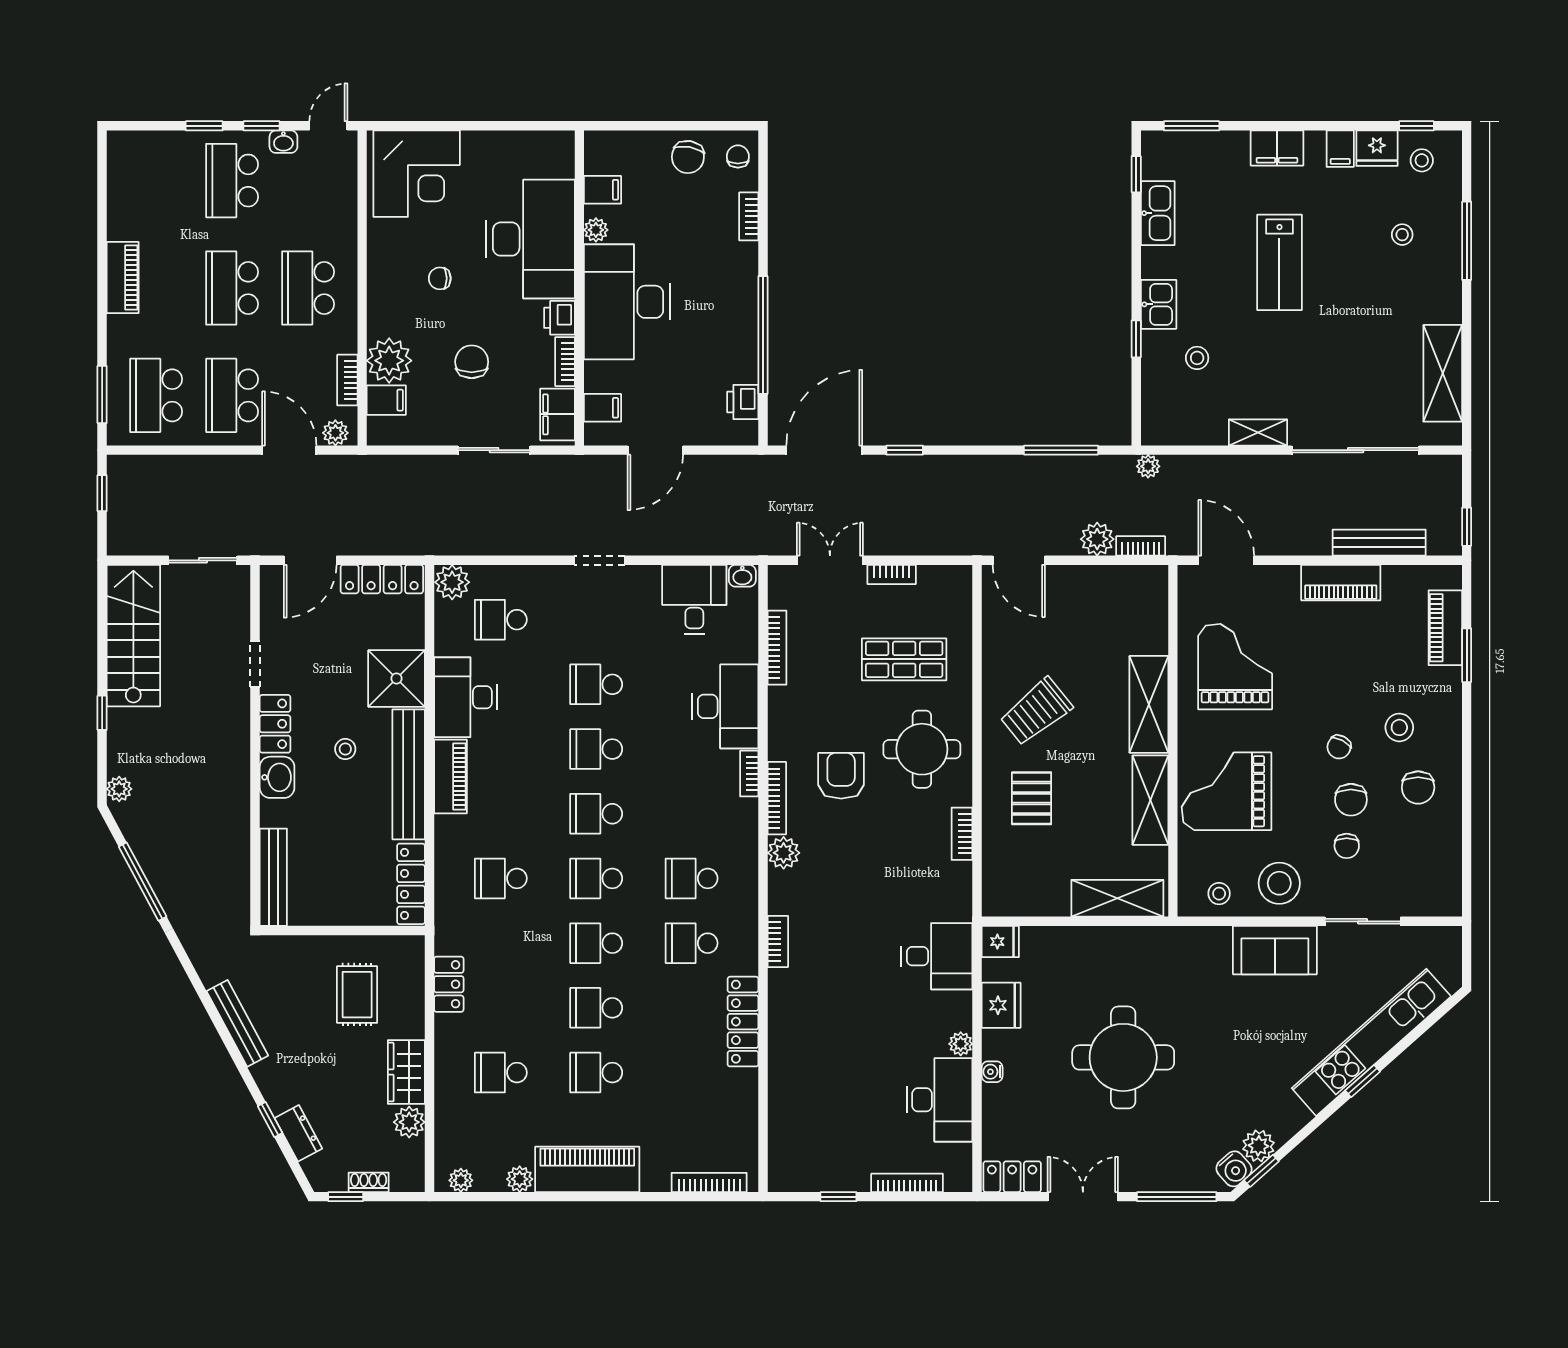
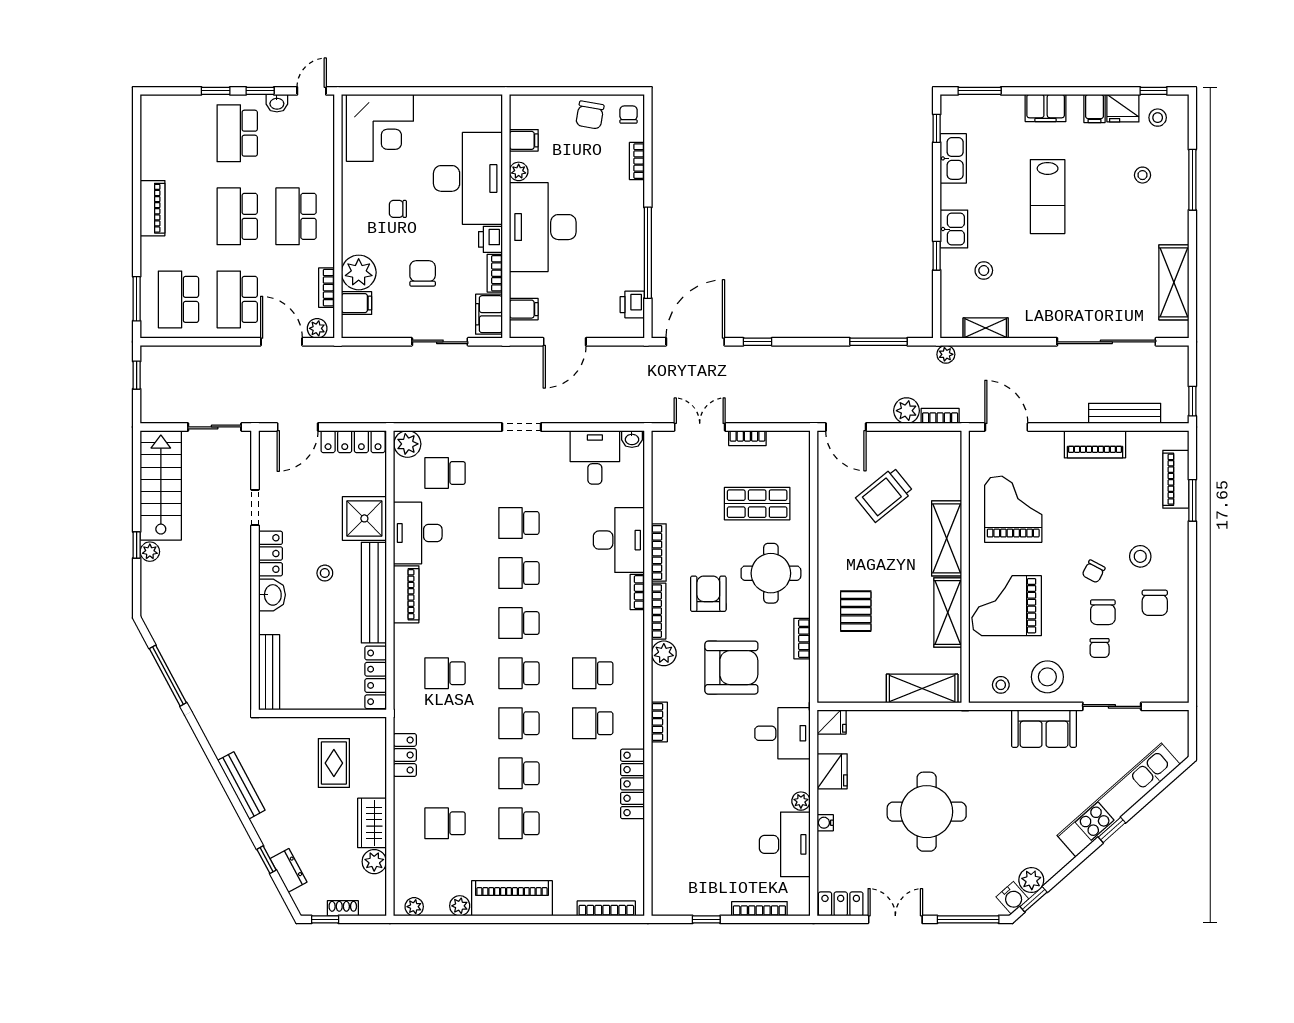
shelving: (1258, 432) -> (986, 328), moved
bookcase: (777, 648) -> (659, 552), moved
trolley: (1036, 712) -> (884, 495), moved
plant: (119, 789) -> (150, 552), moved
armchair: (871, 871) -> (731, 668), added

